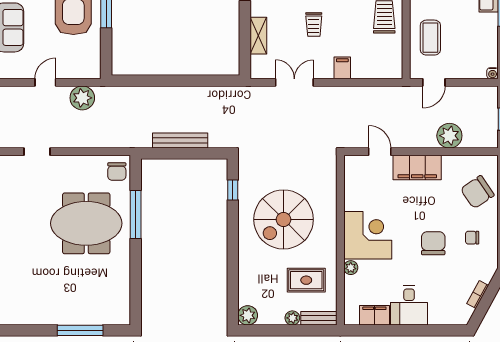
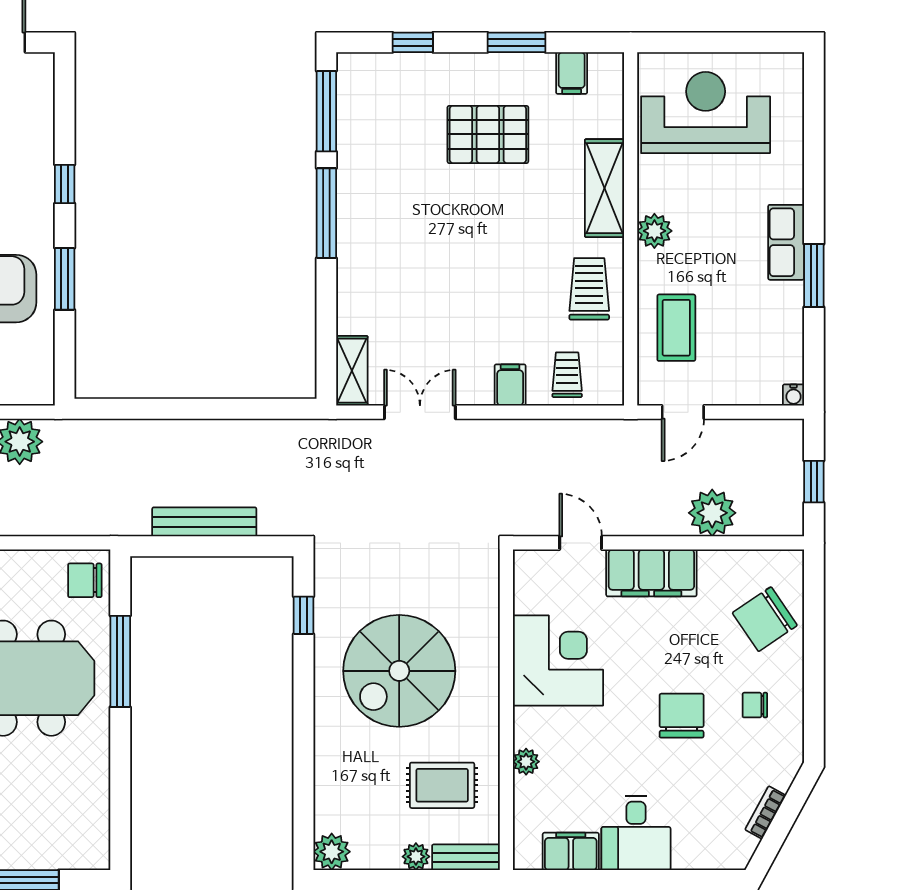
trolley: (314, 24) -> (567, 375), moved, turned 180
shelving: (258, 36) -> (352, 371), moved
chair: (117, 172) -> (85, 580), turned 90
corner desk: (368, 235) -> (558, 661), moved

